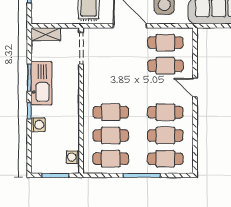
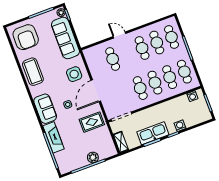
cafe table: (165, 43) -> (140, 88), moved
door: (195, 87) -> (119, 35), swing flipped

